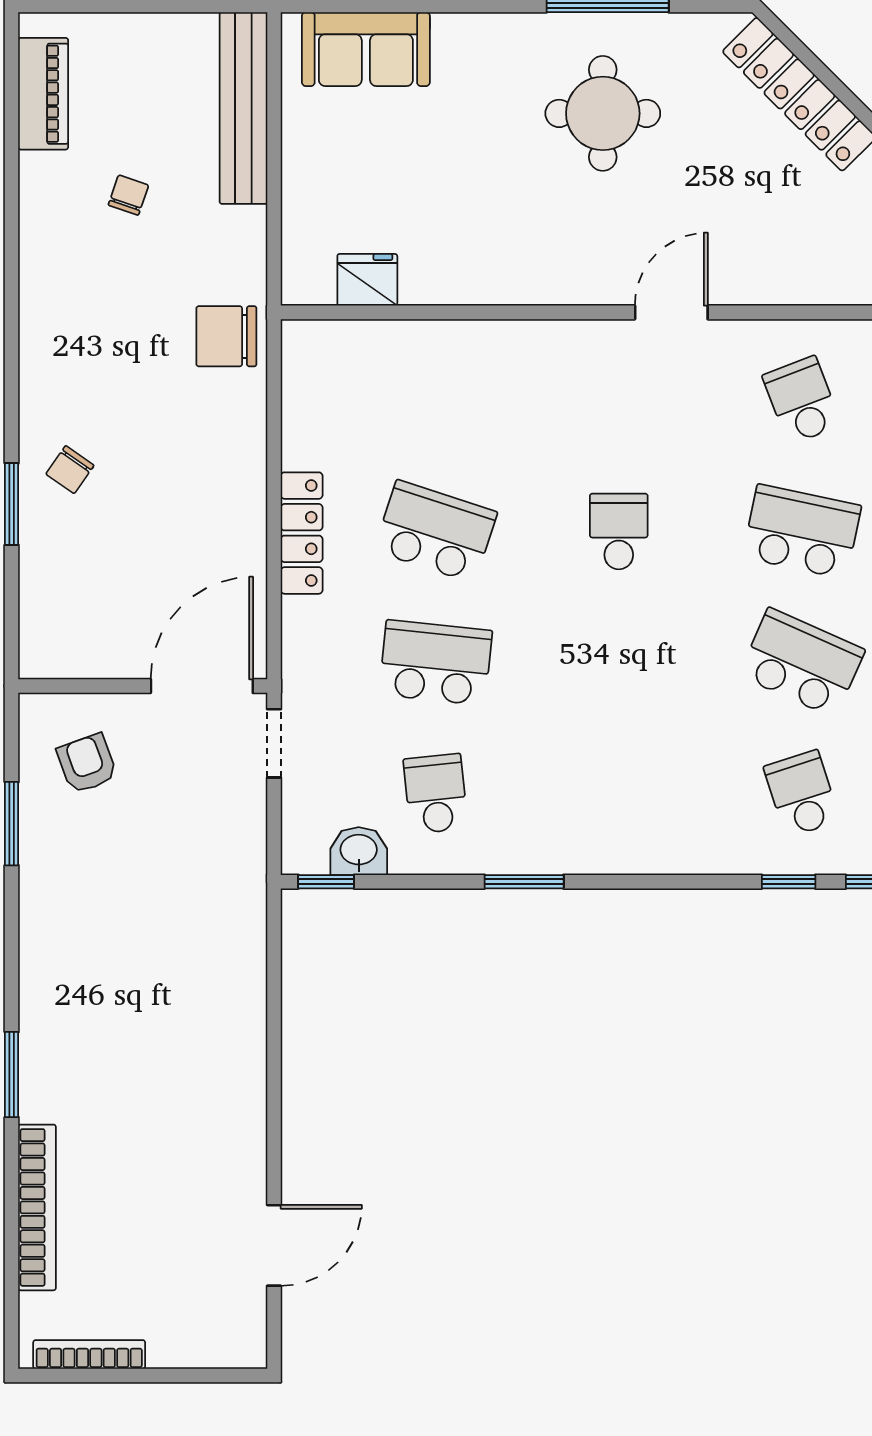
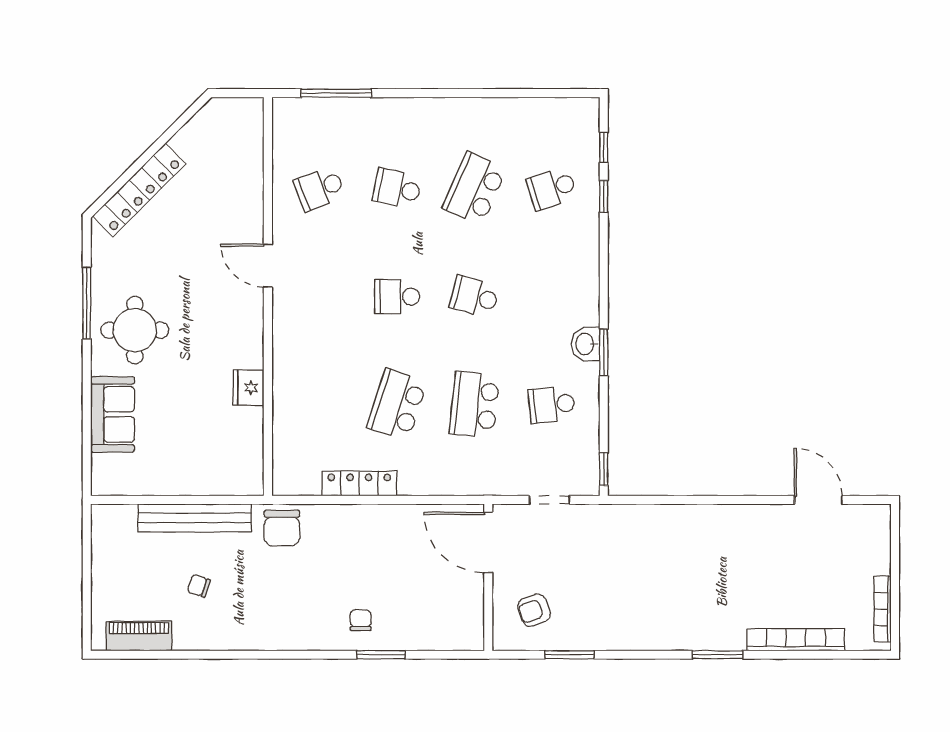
sofa: (366, 49) -> (113, 414), moved
bench: (243, 108) -> (195, 518), moved
round table: (603, 113) -> (135, 330), moved
fridge: (367, 280) -> (249, 388), moved
chair: (70, 470) -> (361, 620), turned -125
school desk: (802, 531) -> (397, 189), width x0.54
locker: (302, 533) -> (359, 484), moved
school desk: (619, 663) -> (474, 297), added
doorway: (274, 743) -> (549, 500), moved
washbasin: (359, 851) -> (586, 344), moved

